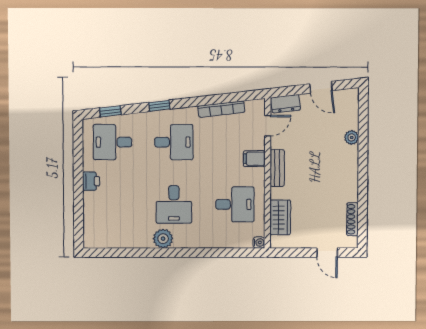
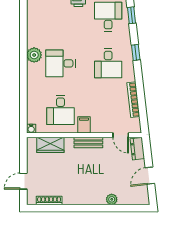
filing cabinet: (254, 159) -> (84, 125), moved

